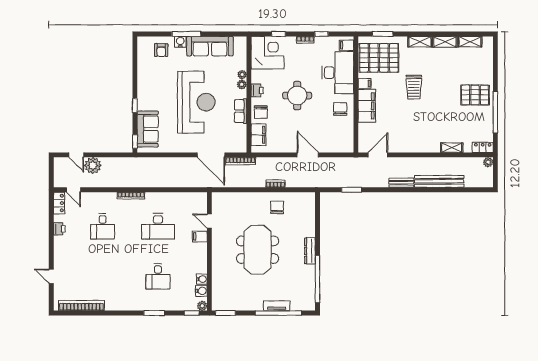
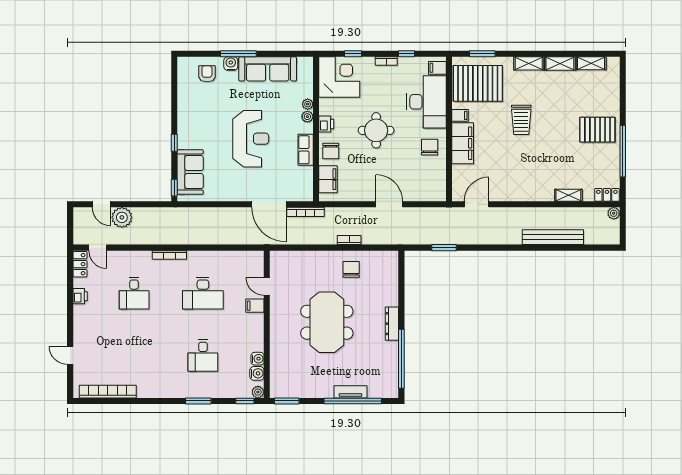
armchair: (161, 50) -> (207, 74), turned 180
reception desk: (196, 102) -> (251, 139), width x0.74, depth x0.77
bench: (401, 183) -> (506, 239), removed

